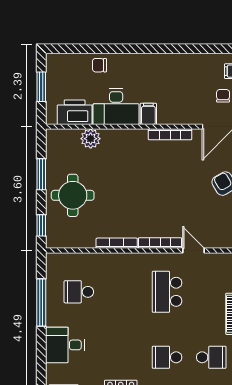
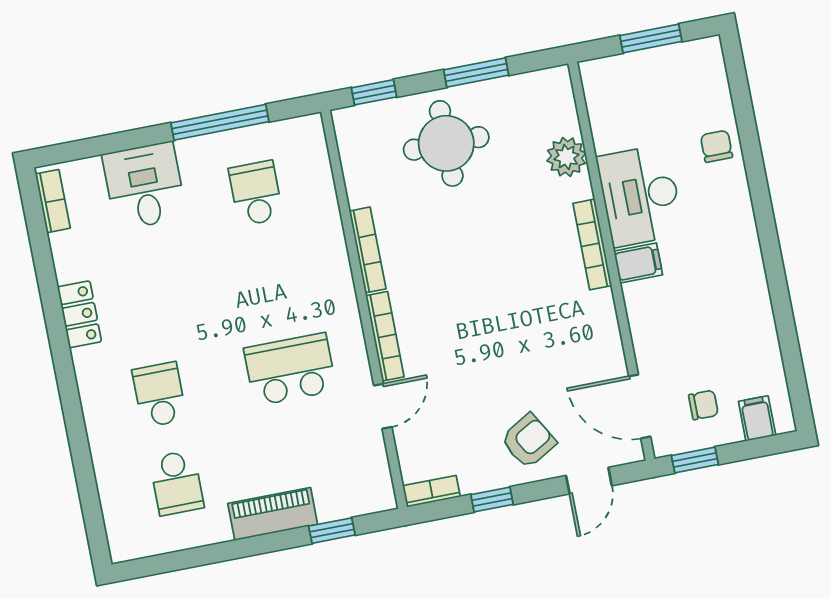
printer: (75, 112) -> (613, 115), removed
bookcase: (170, 134) -> (592, 244), moved

